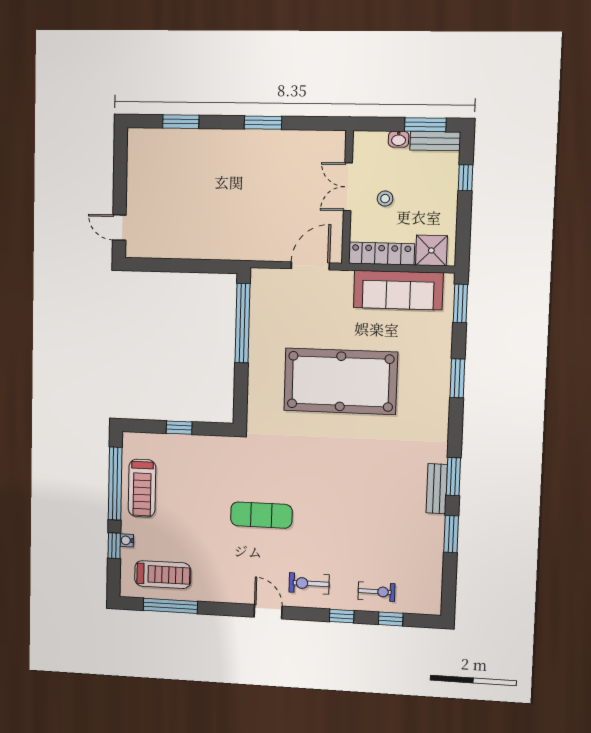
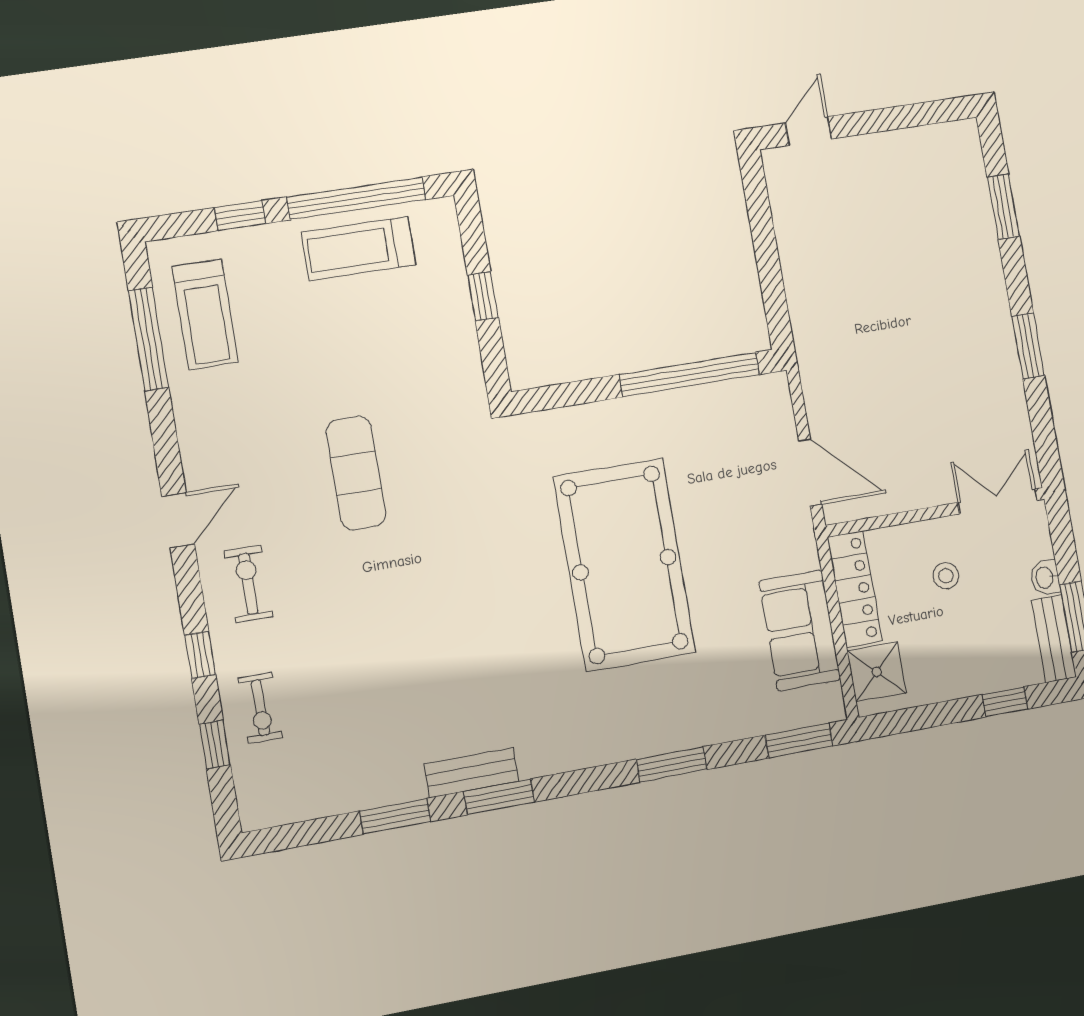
double door: (348, 187) -> (998, 501), moved
sofa: (398, 290) -> (800, 630), width x0.73
water cooler: (127, 540) -> (255, 237), removed

